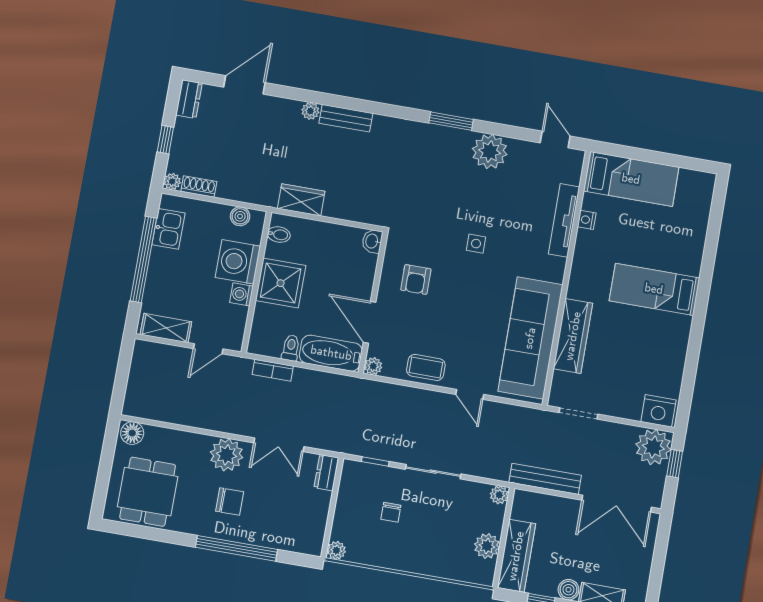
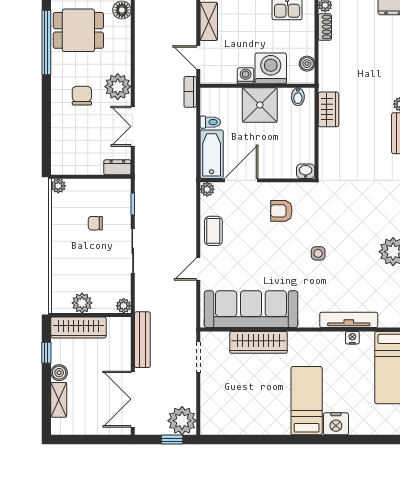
bookcase: (273, 370) -> (190, 92), moved
nightstand: (658, 411) -> (336, 424), moved, turned -90
chair: (230, 501) -> (82, 96), turned 180
window: (236, 548) -> (46, 42), moved

